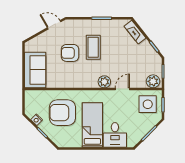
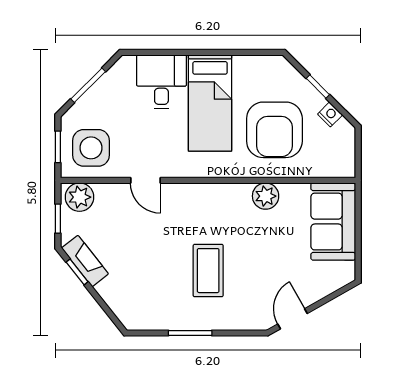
door: (54, 25) -> (292, 319), swing flipped
fireplace: (135, 32) -> (85, 261), moved
armchair: (70, 53) -> (258, 258), removed
plant: (104, 82) -> (266, 196), moved
door: (122, 89) -> (146, 180), hinge flipped
armchair: (62, 113) -> (274, 130), turned 90

